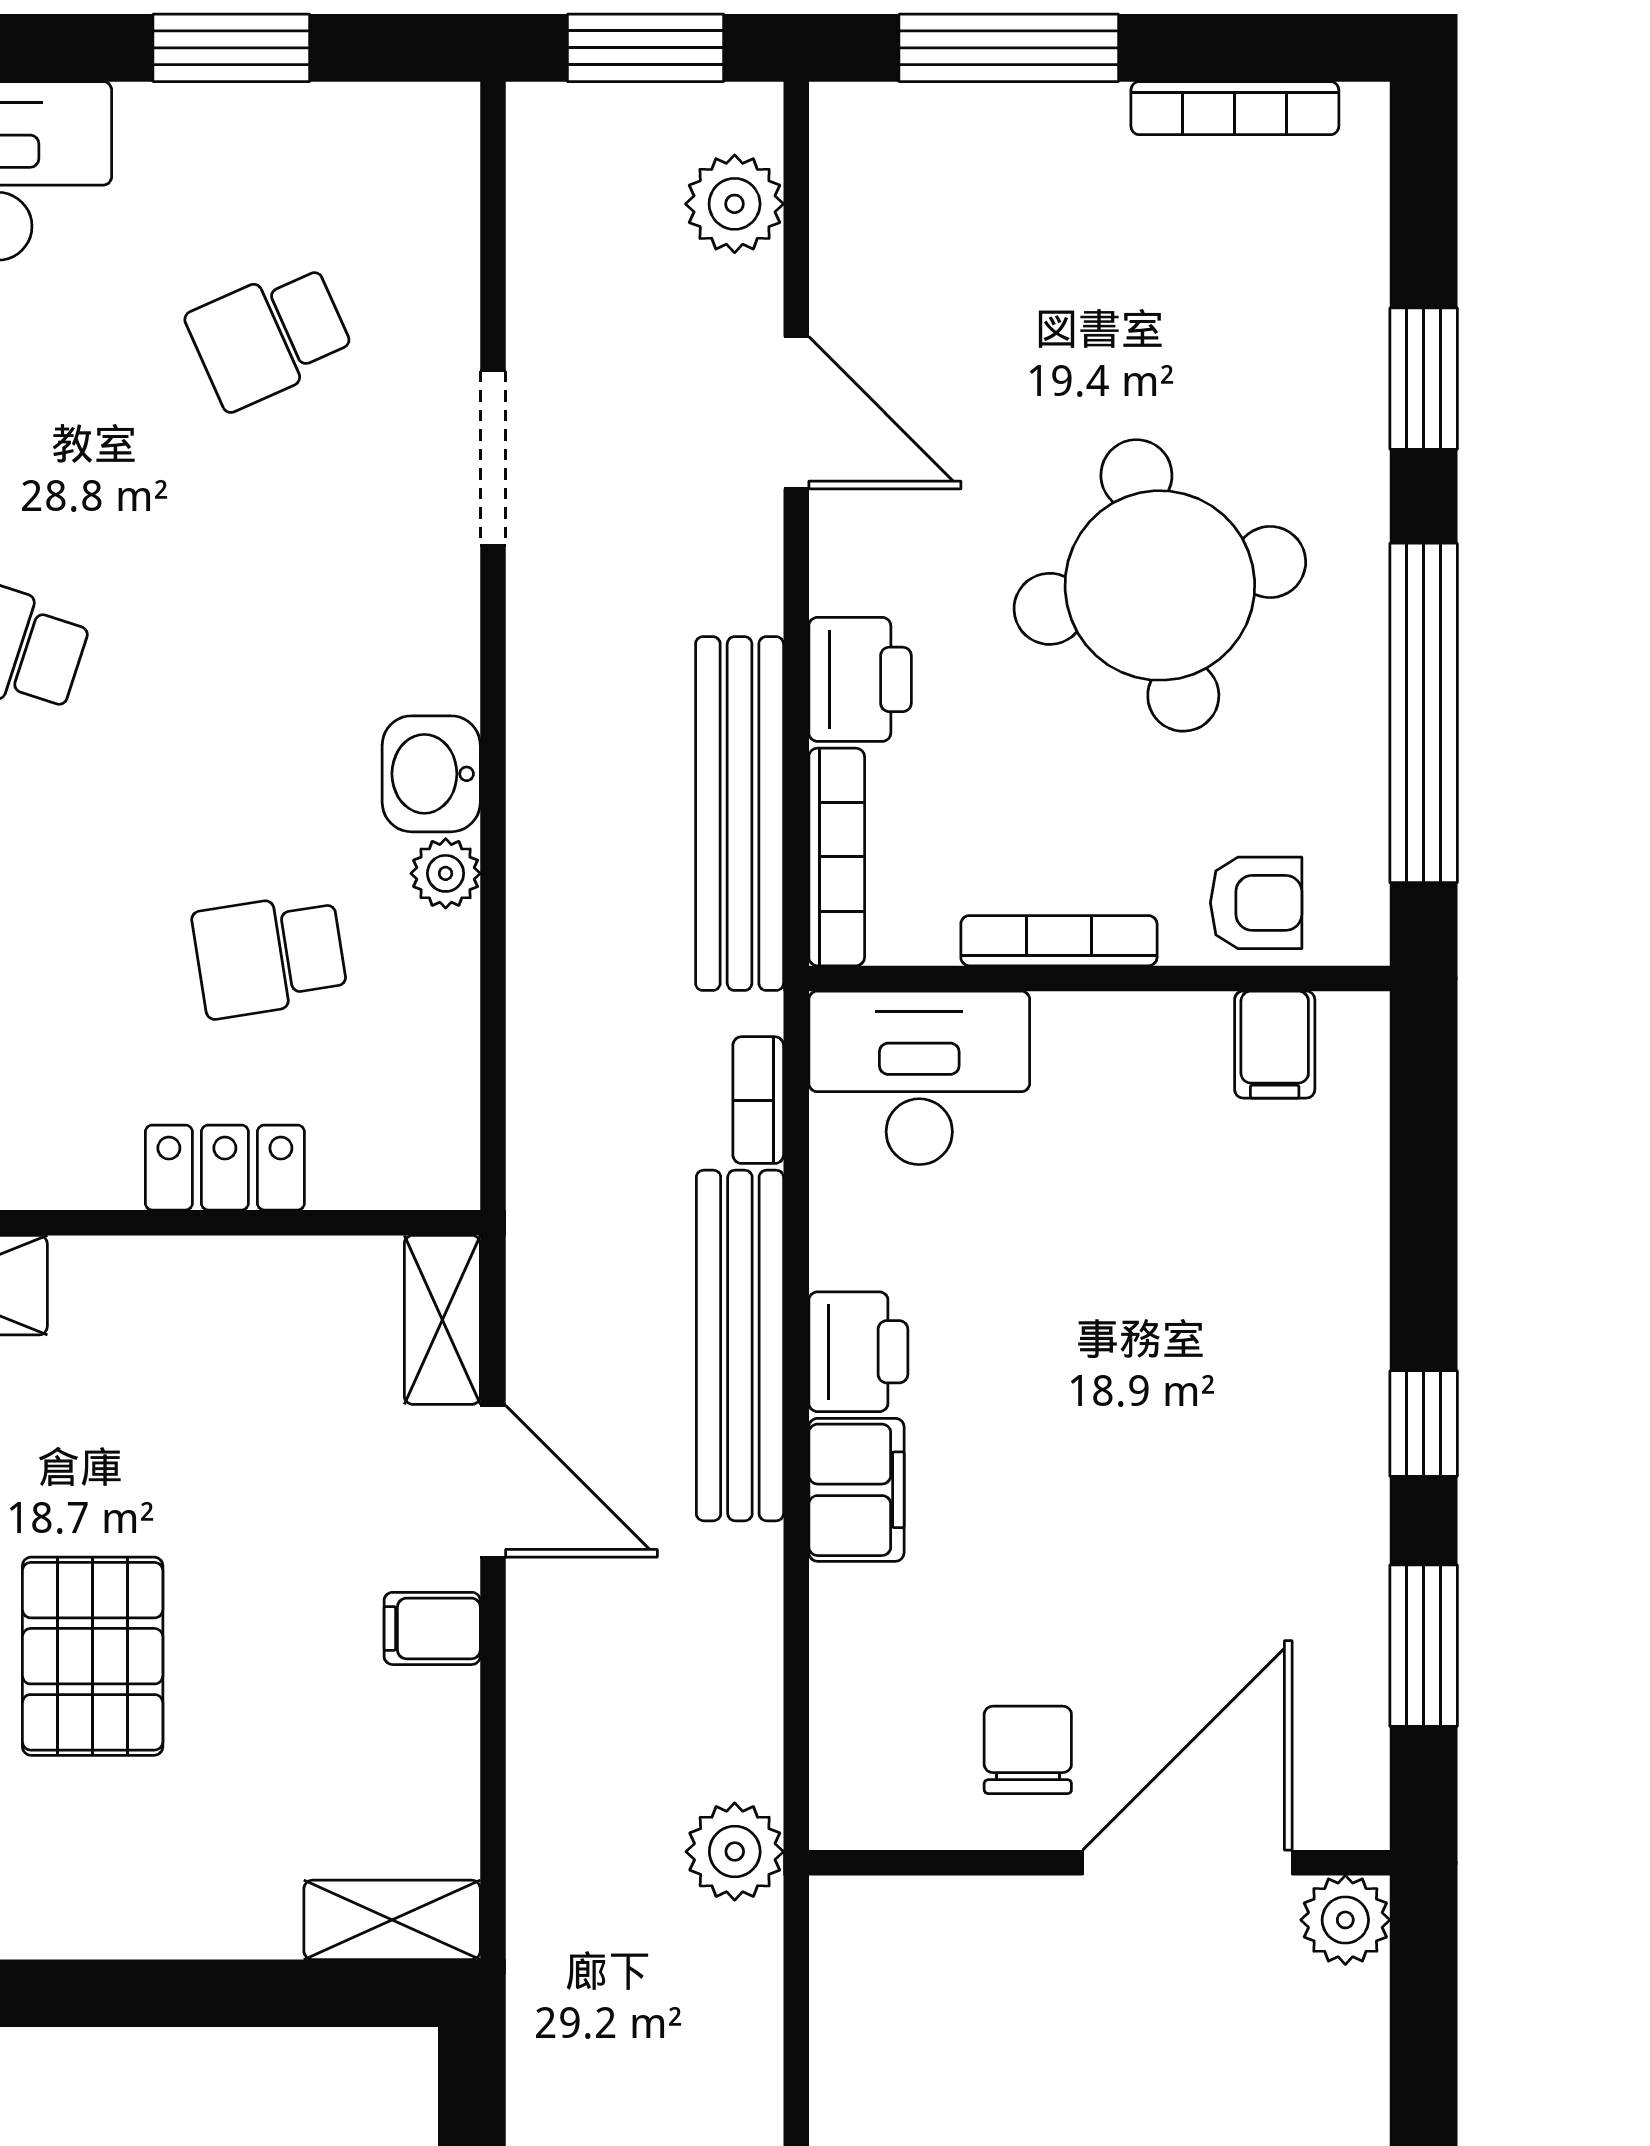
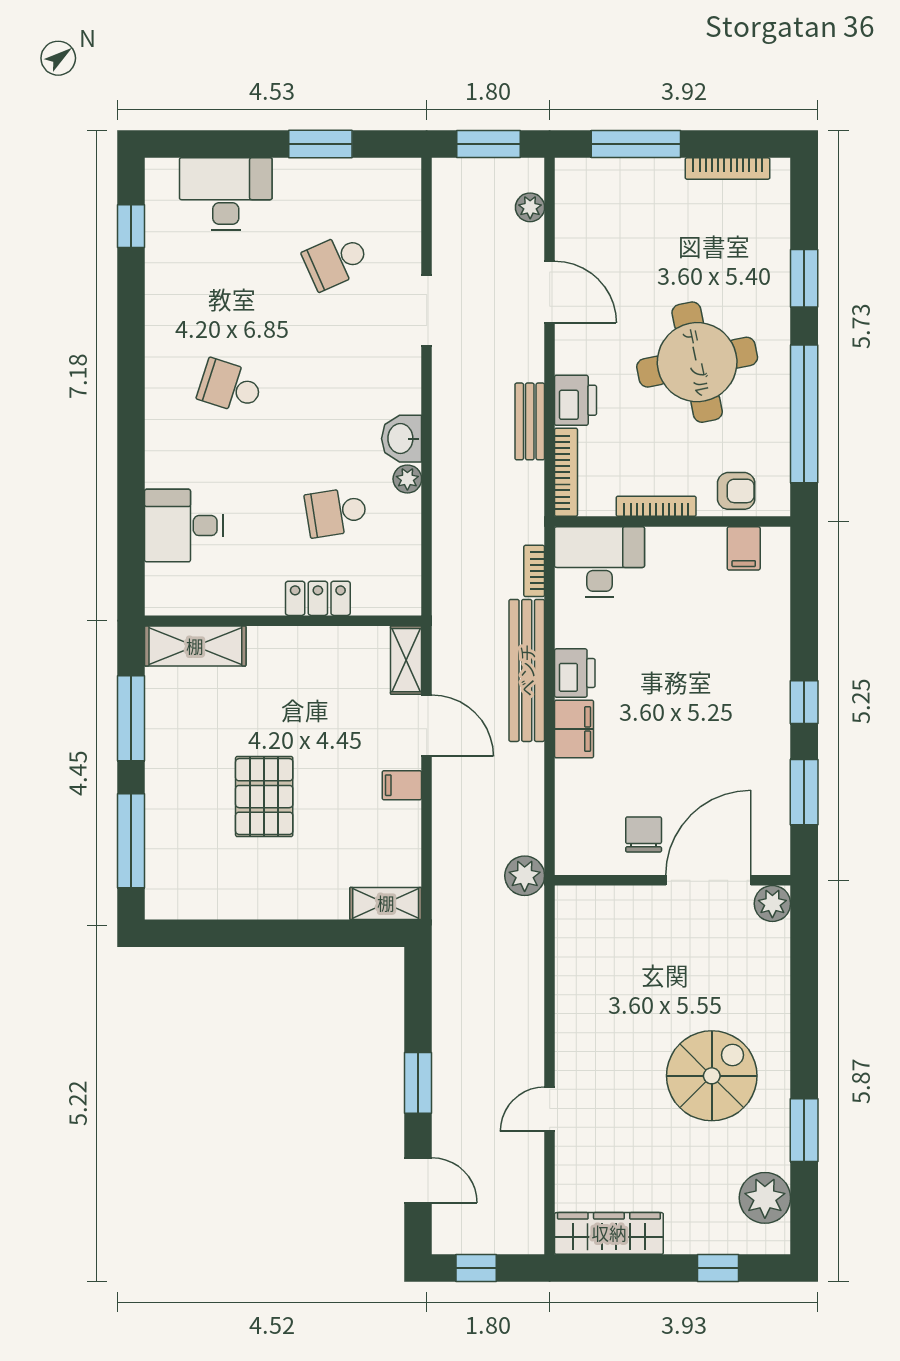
plant: (735, 204) -> (530, 207), width x0.73, depth x0.73
bench: (740, 814) -> (530, 421), width x0.54, depth x0.82

